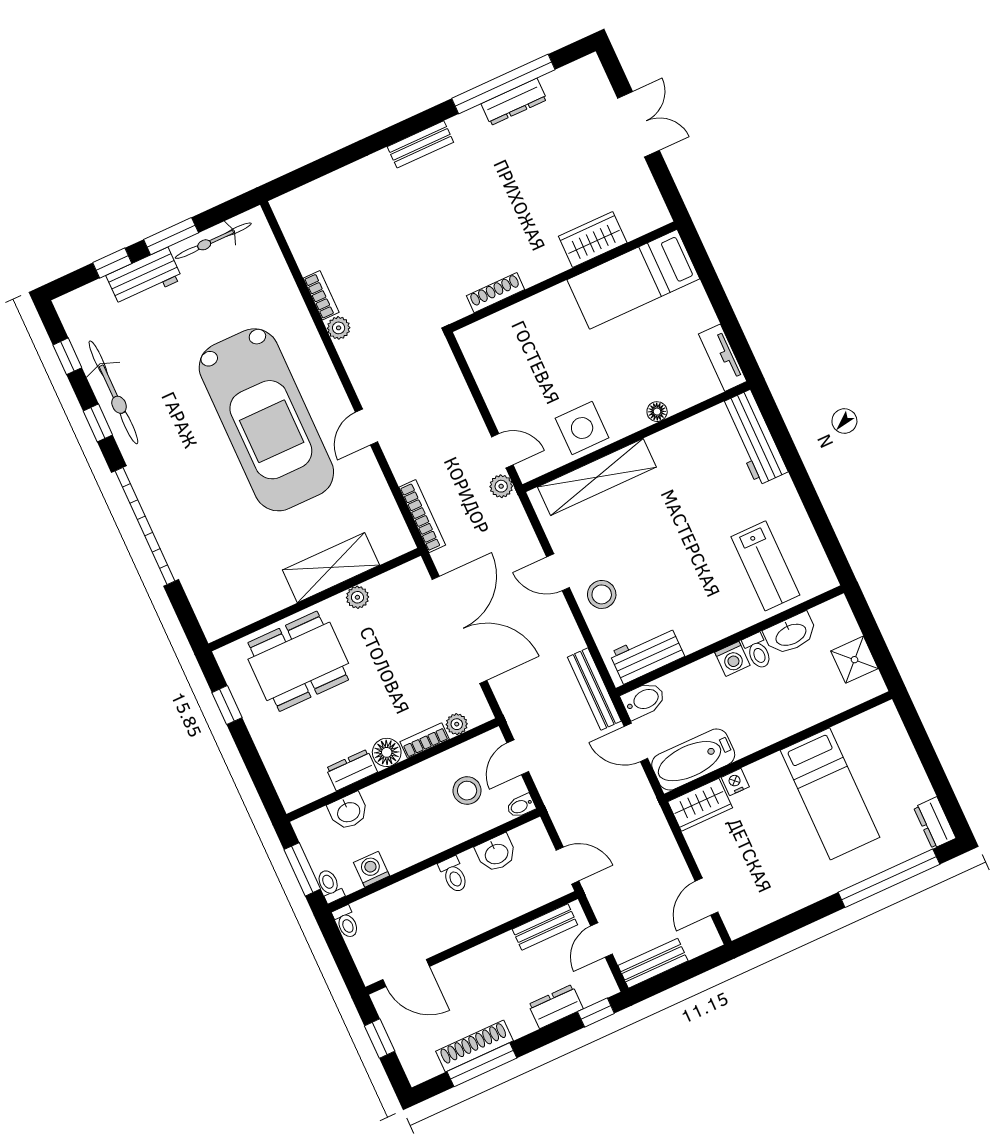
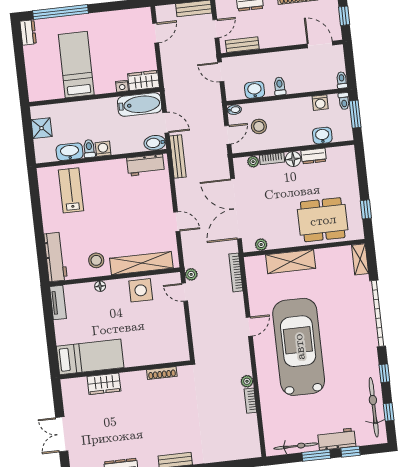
bicycle: (113, 392) -> (374, 407), moved
stool: (602, 594) -> (96, 260), moved
plant: (357, 597) -> (261, 245), moved
shelving: (208, 612) -> (360, 259), added

